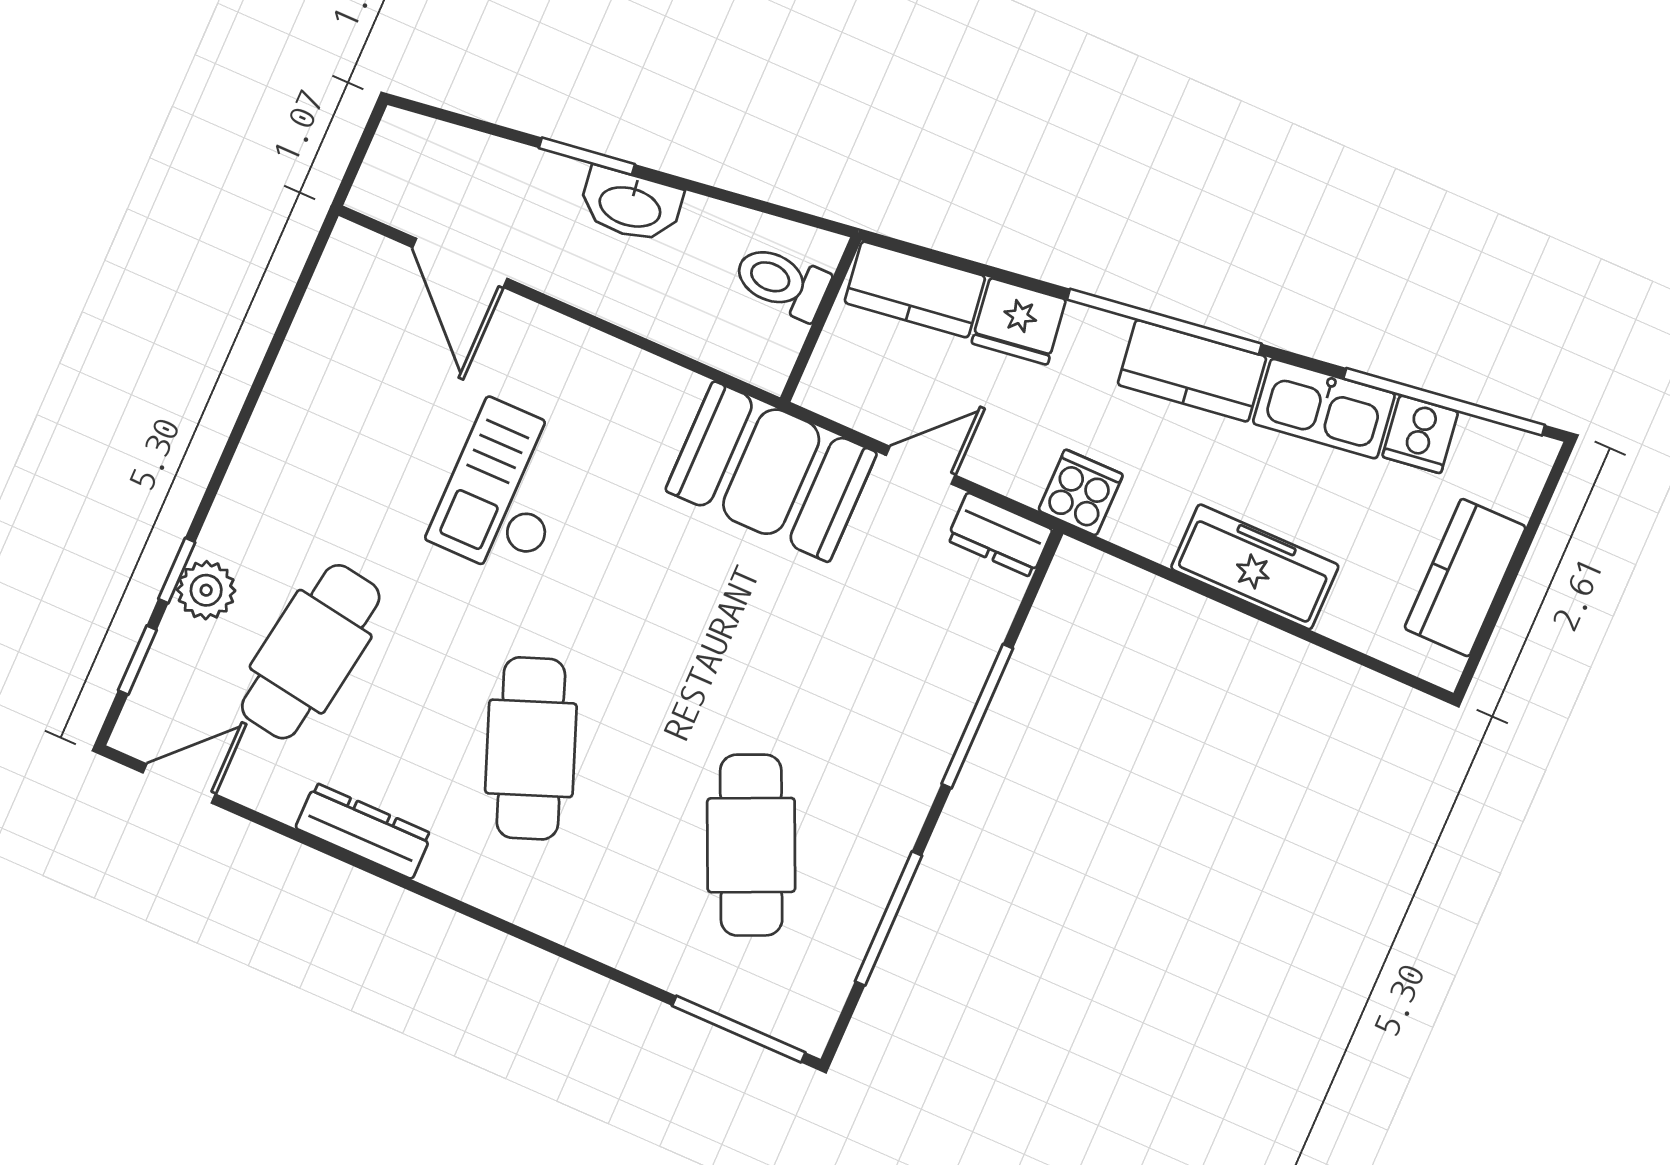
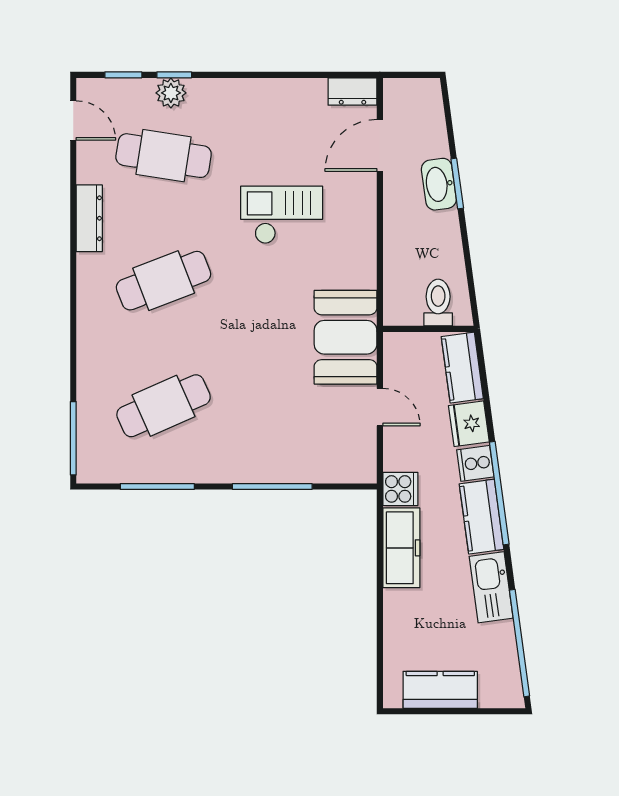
washbasin: (630, 205) -> (439, 184), moved
cooker: (1420, 434) -> (475, 463), moved
dresser: (1000, 535) -> (353, 91), moved, turned -90
freezer: (1255, 567) -> (401, 548), moved

